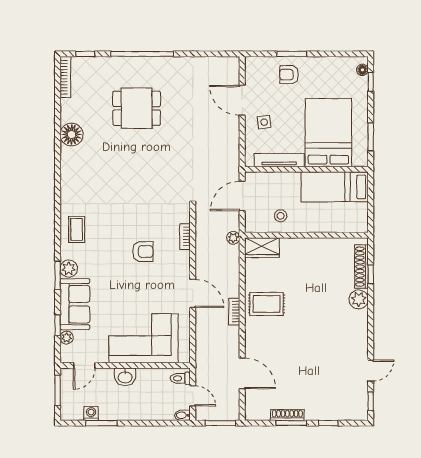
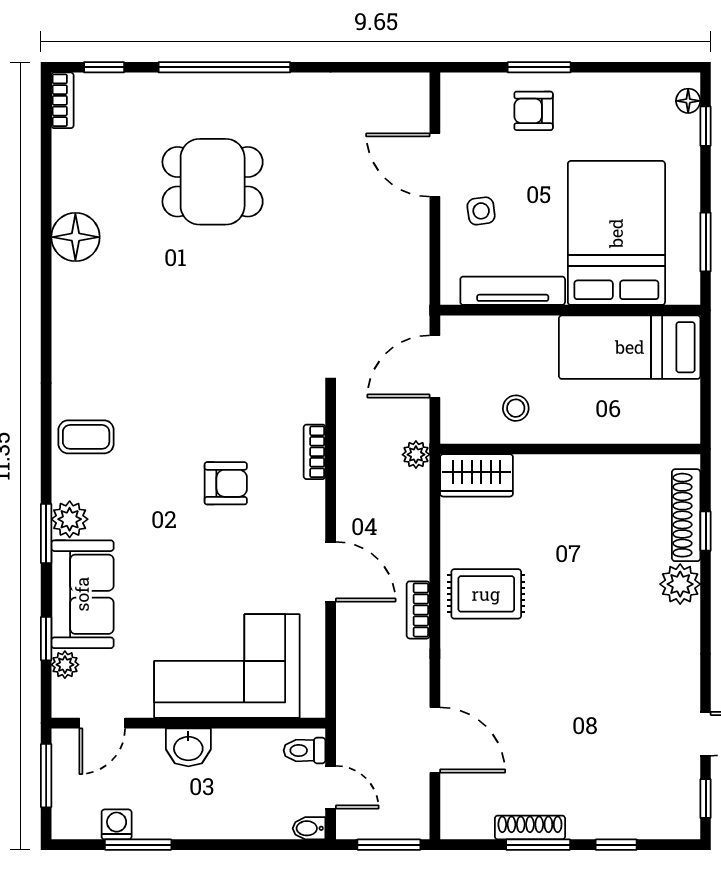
bookcase: (65, 77) -> (62, 100), width x0.64
coffee table: (77, 229) -> (86, 437), turned 90

